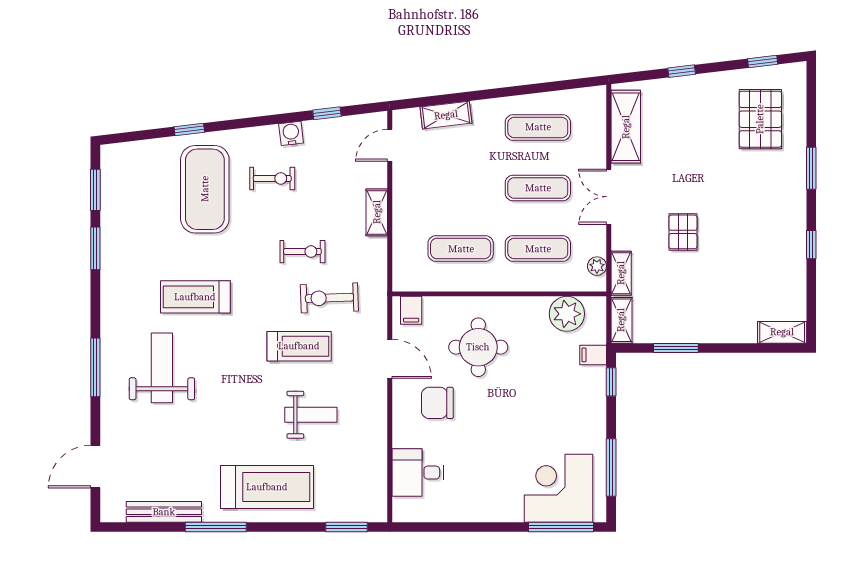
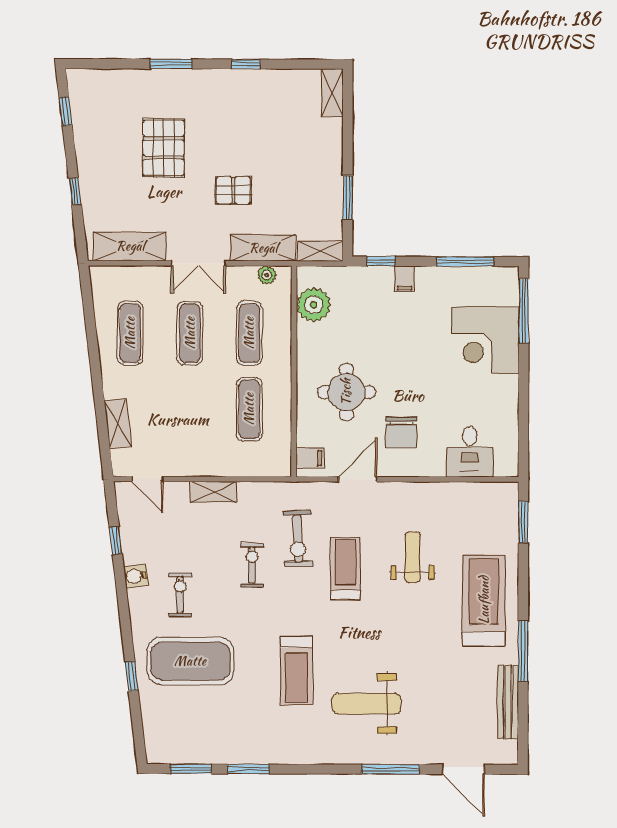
pallet: (760, 119) -> (164, 148), moved, turned 90
shelving: (621, 273) -> (263, 248), width x1.50, depth x1.33
filing cabinet: (593, 355) -> (405, 279), moved
window: (95, 367) -> (391, 769), moved
corner desk: (558, 488) -> (485, 340), moved

